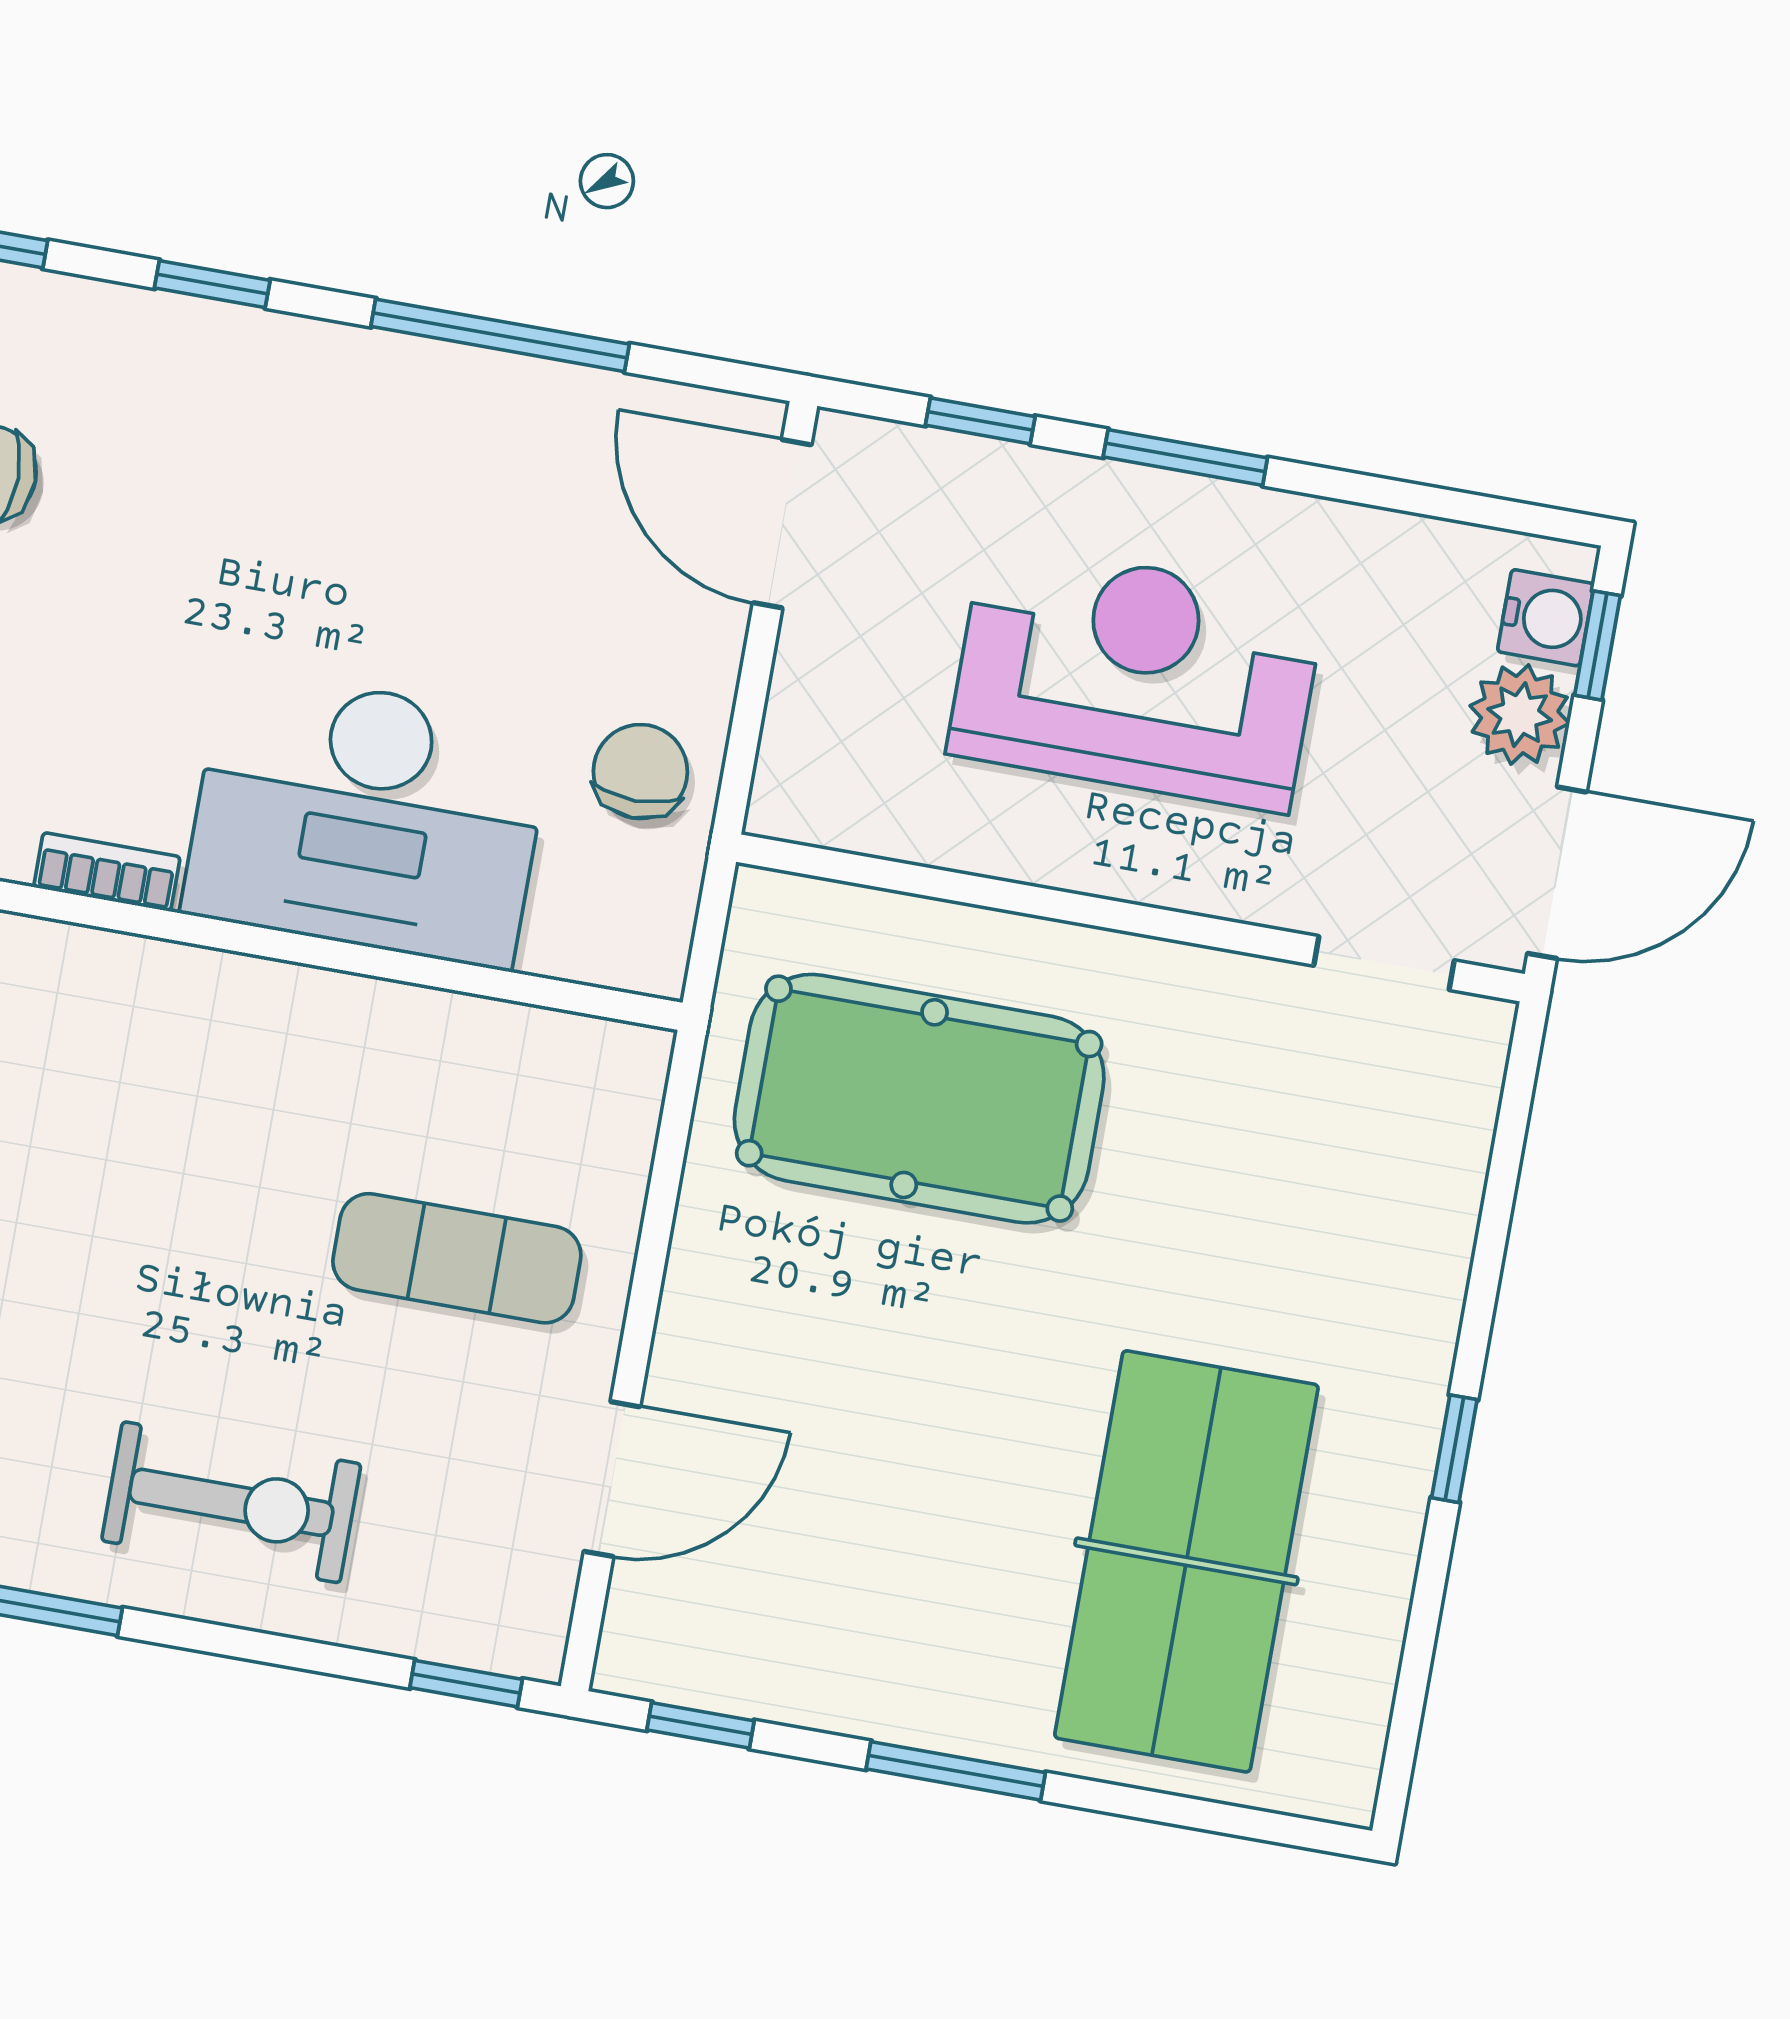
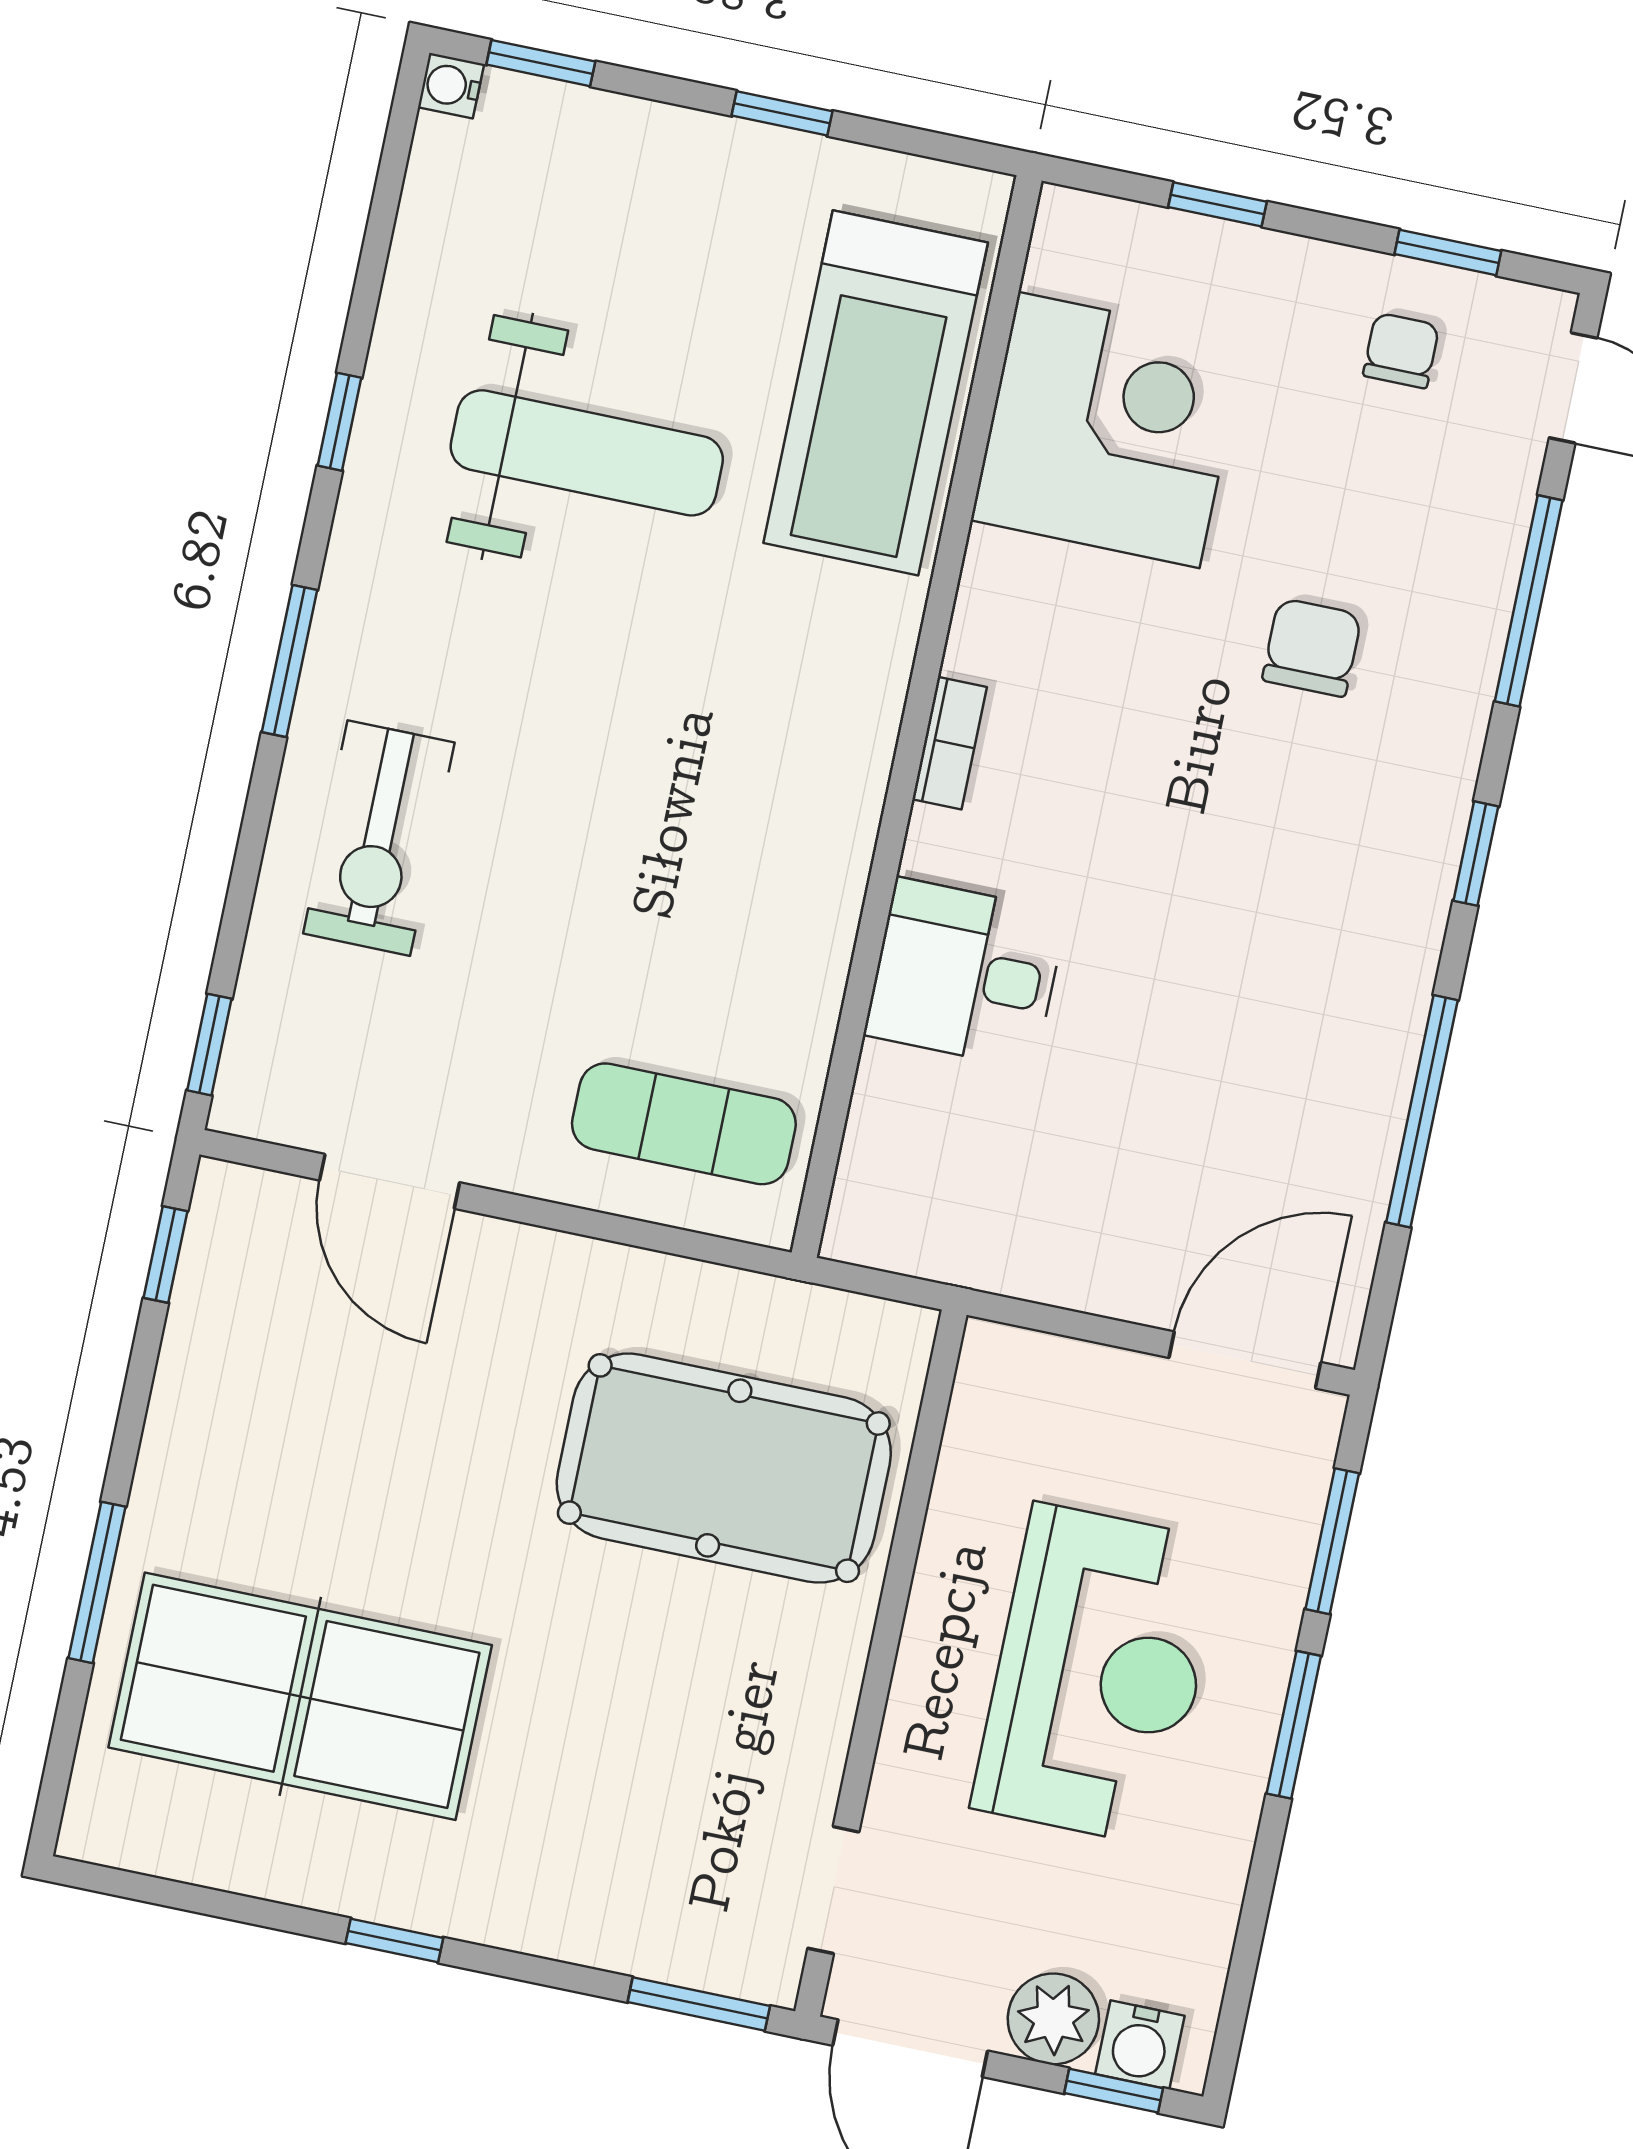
window: (980, 421) -> (1332, 1541), width x1.50
chair: (640, 772) -> (1026, 1226), removed
desk: (367, 818) -> (965, 974), width x0.53, depth x0.77
pool table: (919, 1099) -> (724, 1468), turned 90
window: (1515, 1109) -> (699, 2004), added
exercise mat: (457, 1258) -> (684, 1124), moved, turned 90
window: (956, 1771) -> (97, 1582), moved

